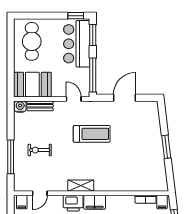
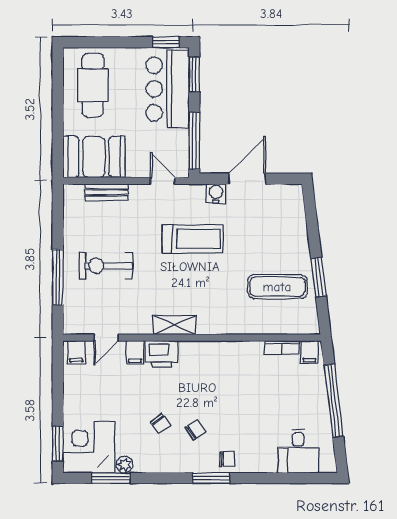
water cooler: (20, 107) -> (216, 193), moved
window: (166, 147) -> (319, 277), moved
exercise bike: (40, 150) -> (106, 266), width x1.38, depth x1.39
exercise mat: (143, 163) -> (277, 287), added
filing cabinet: (95, 202) -> (135, 353), moved, width x0.50

